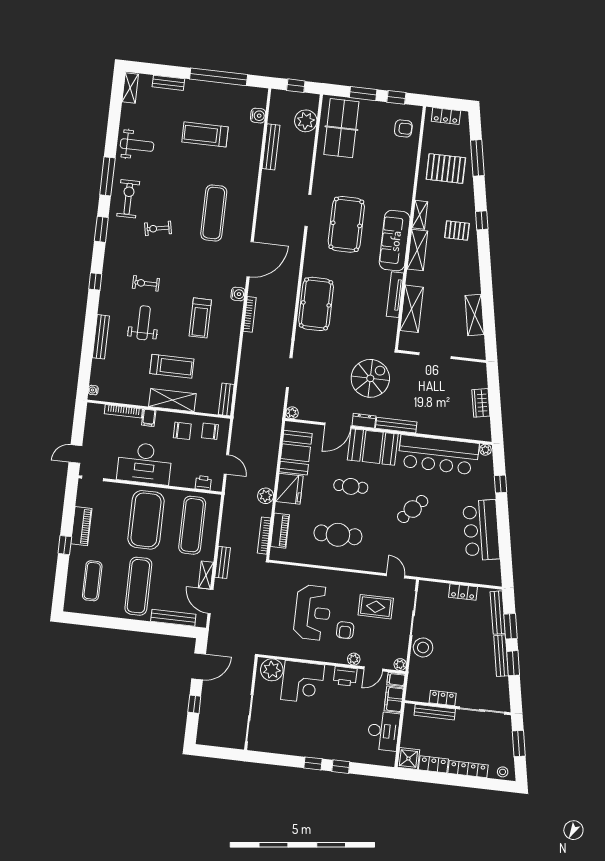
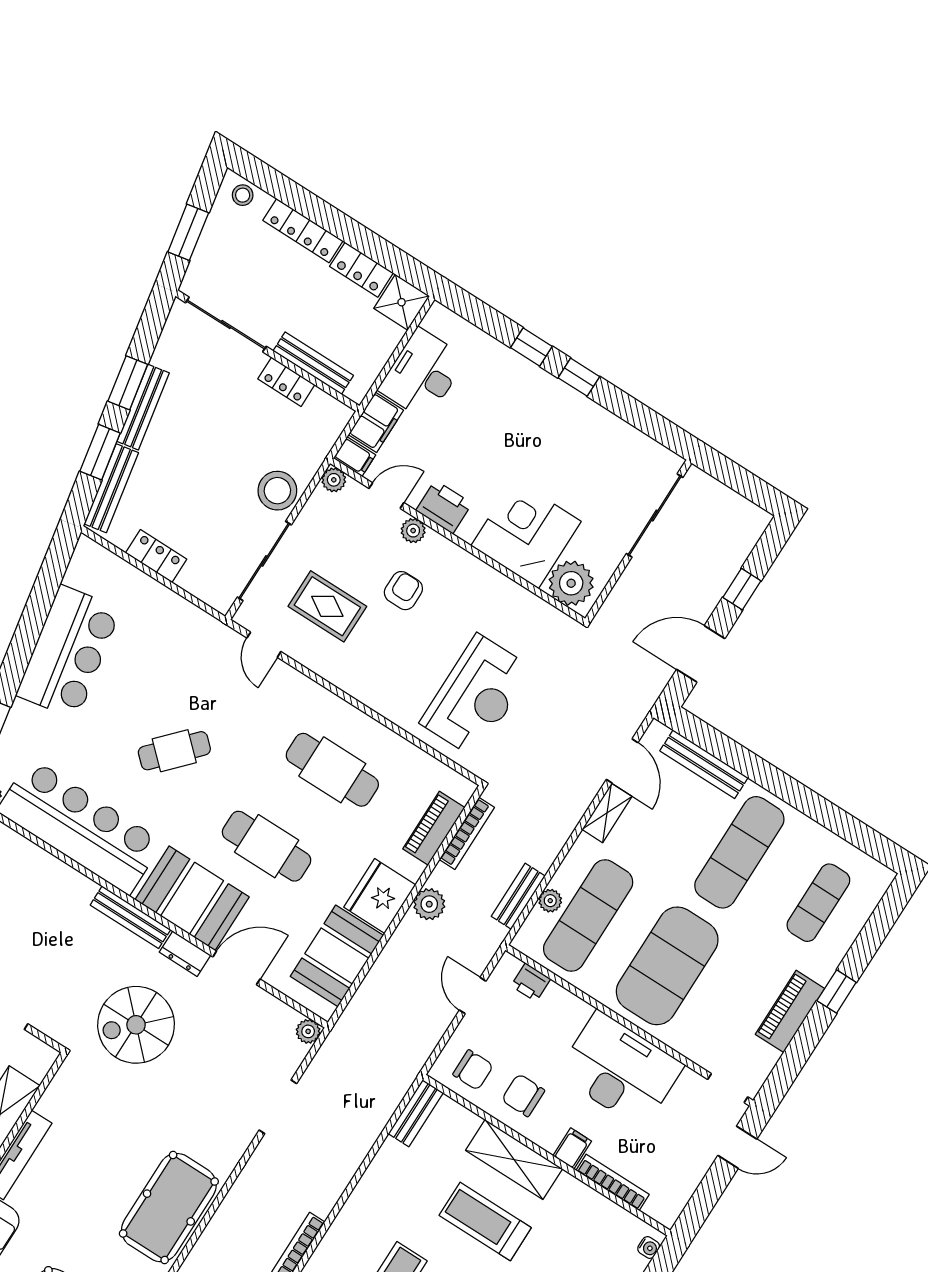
cafe table: (351, 486) -> (267, 846), width x1.37, depth x1.35
plant: (212, 524) -> (550, 901), added
bench: (223, 562) -> (518, 896), moved
reception desk: (312, 613) -> (476, 696), moved, turned 180

